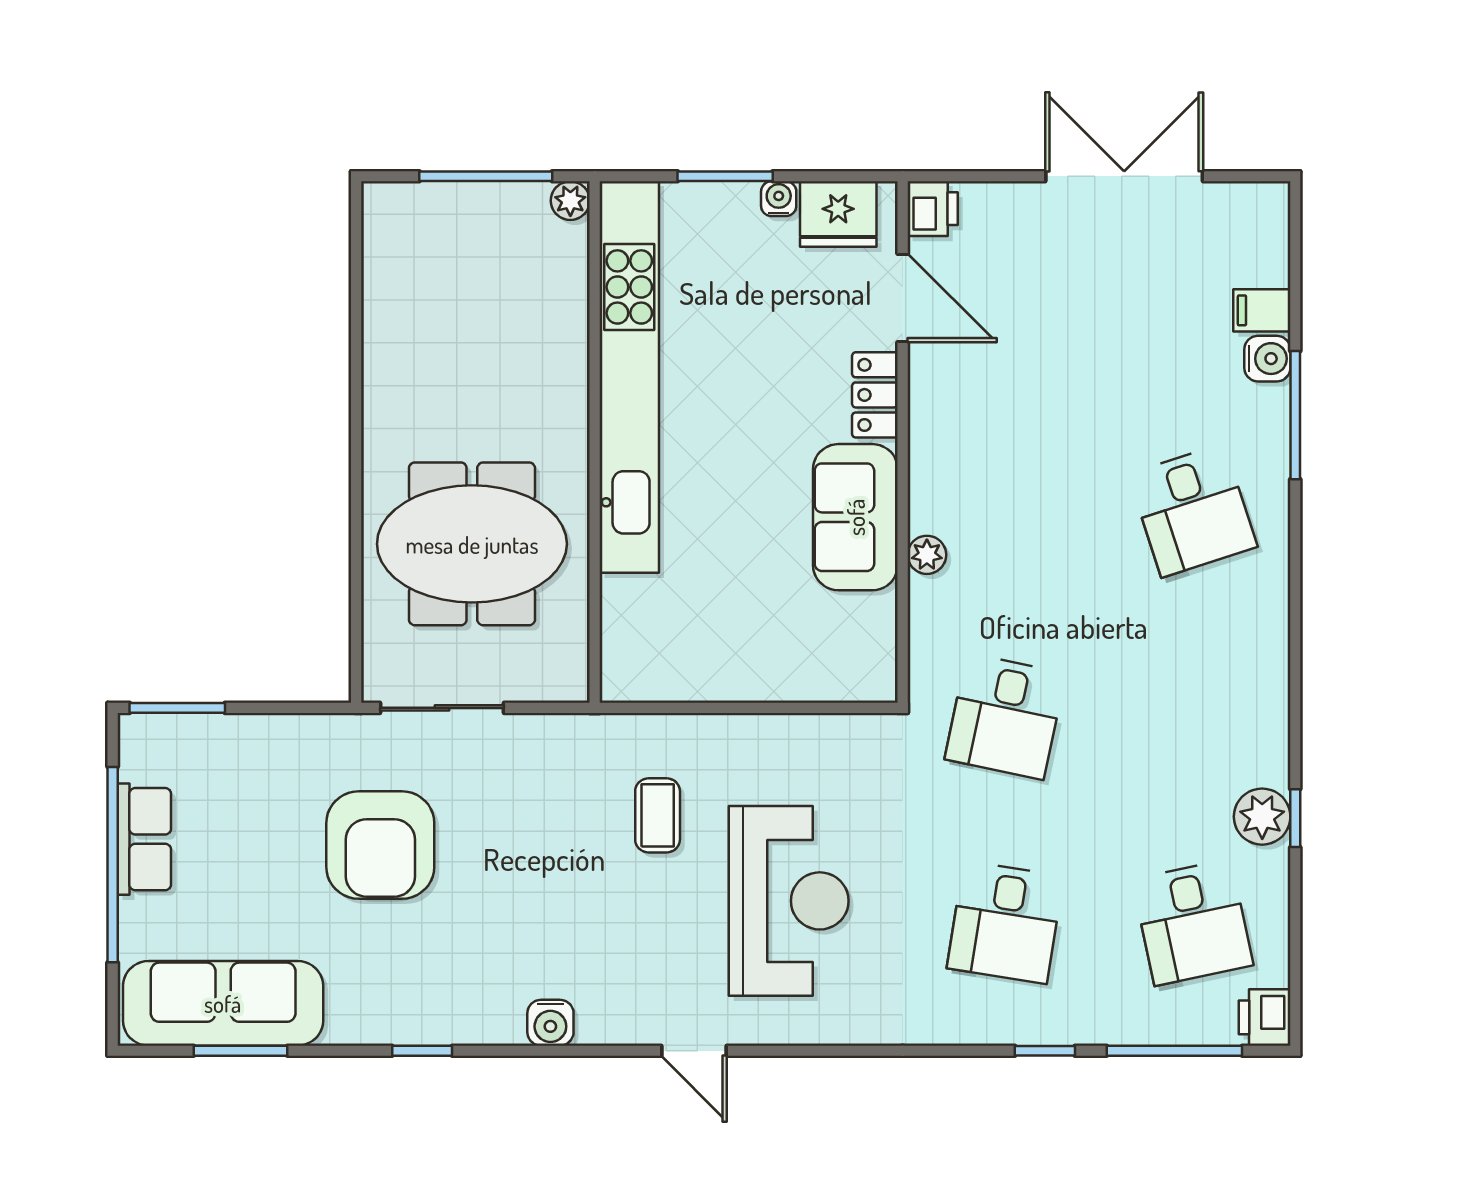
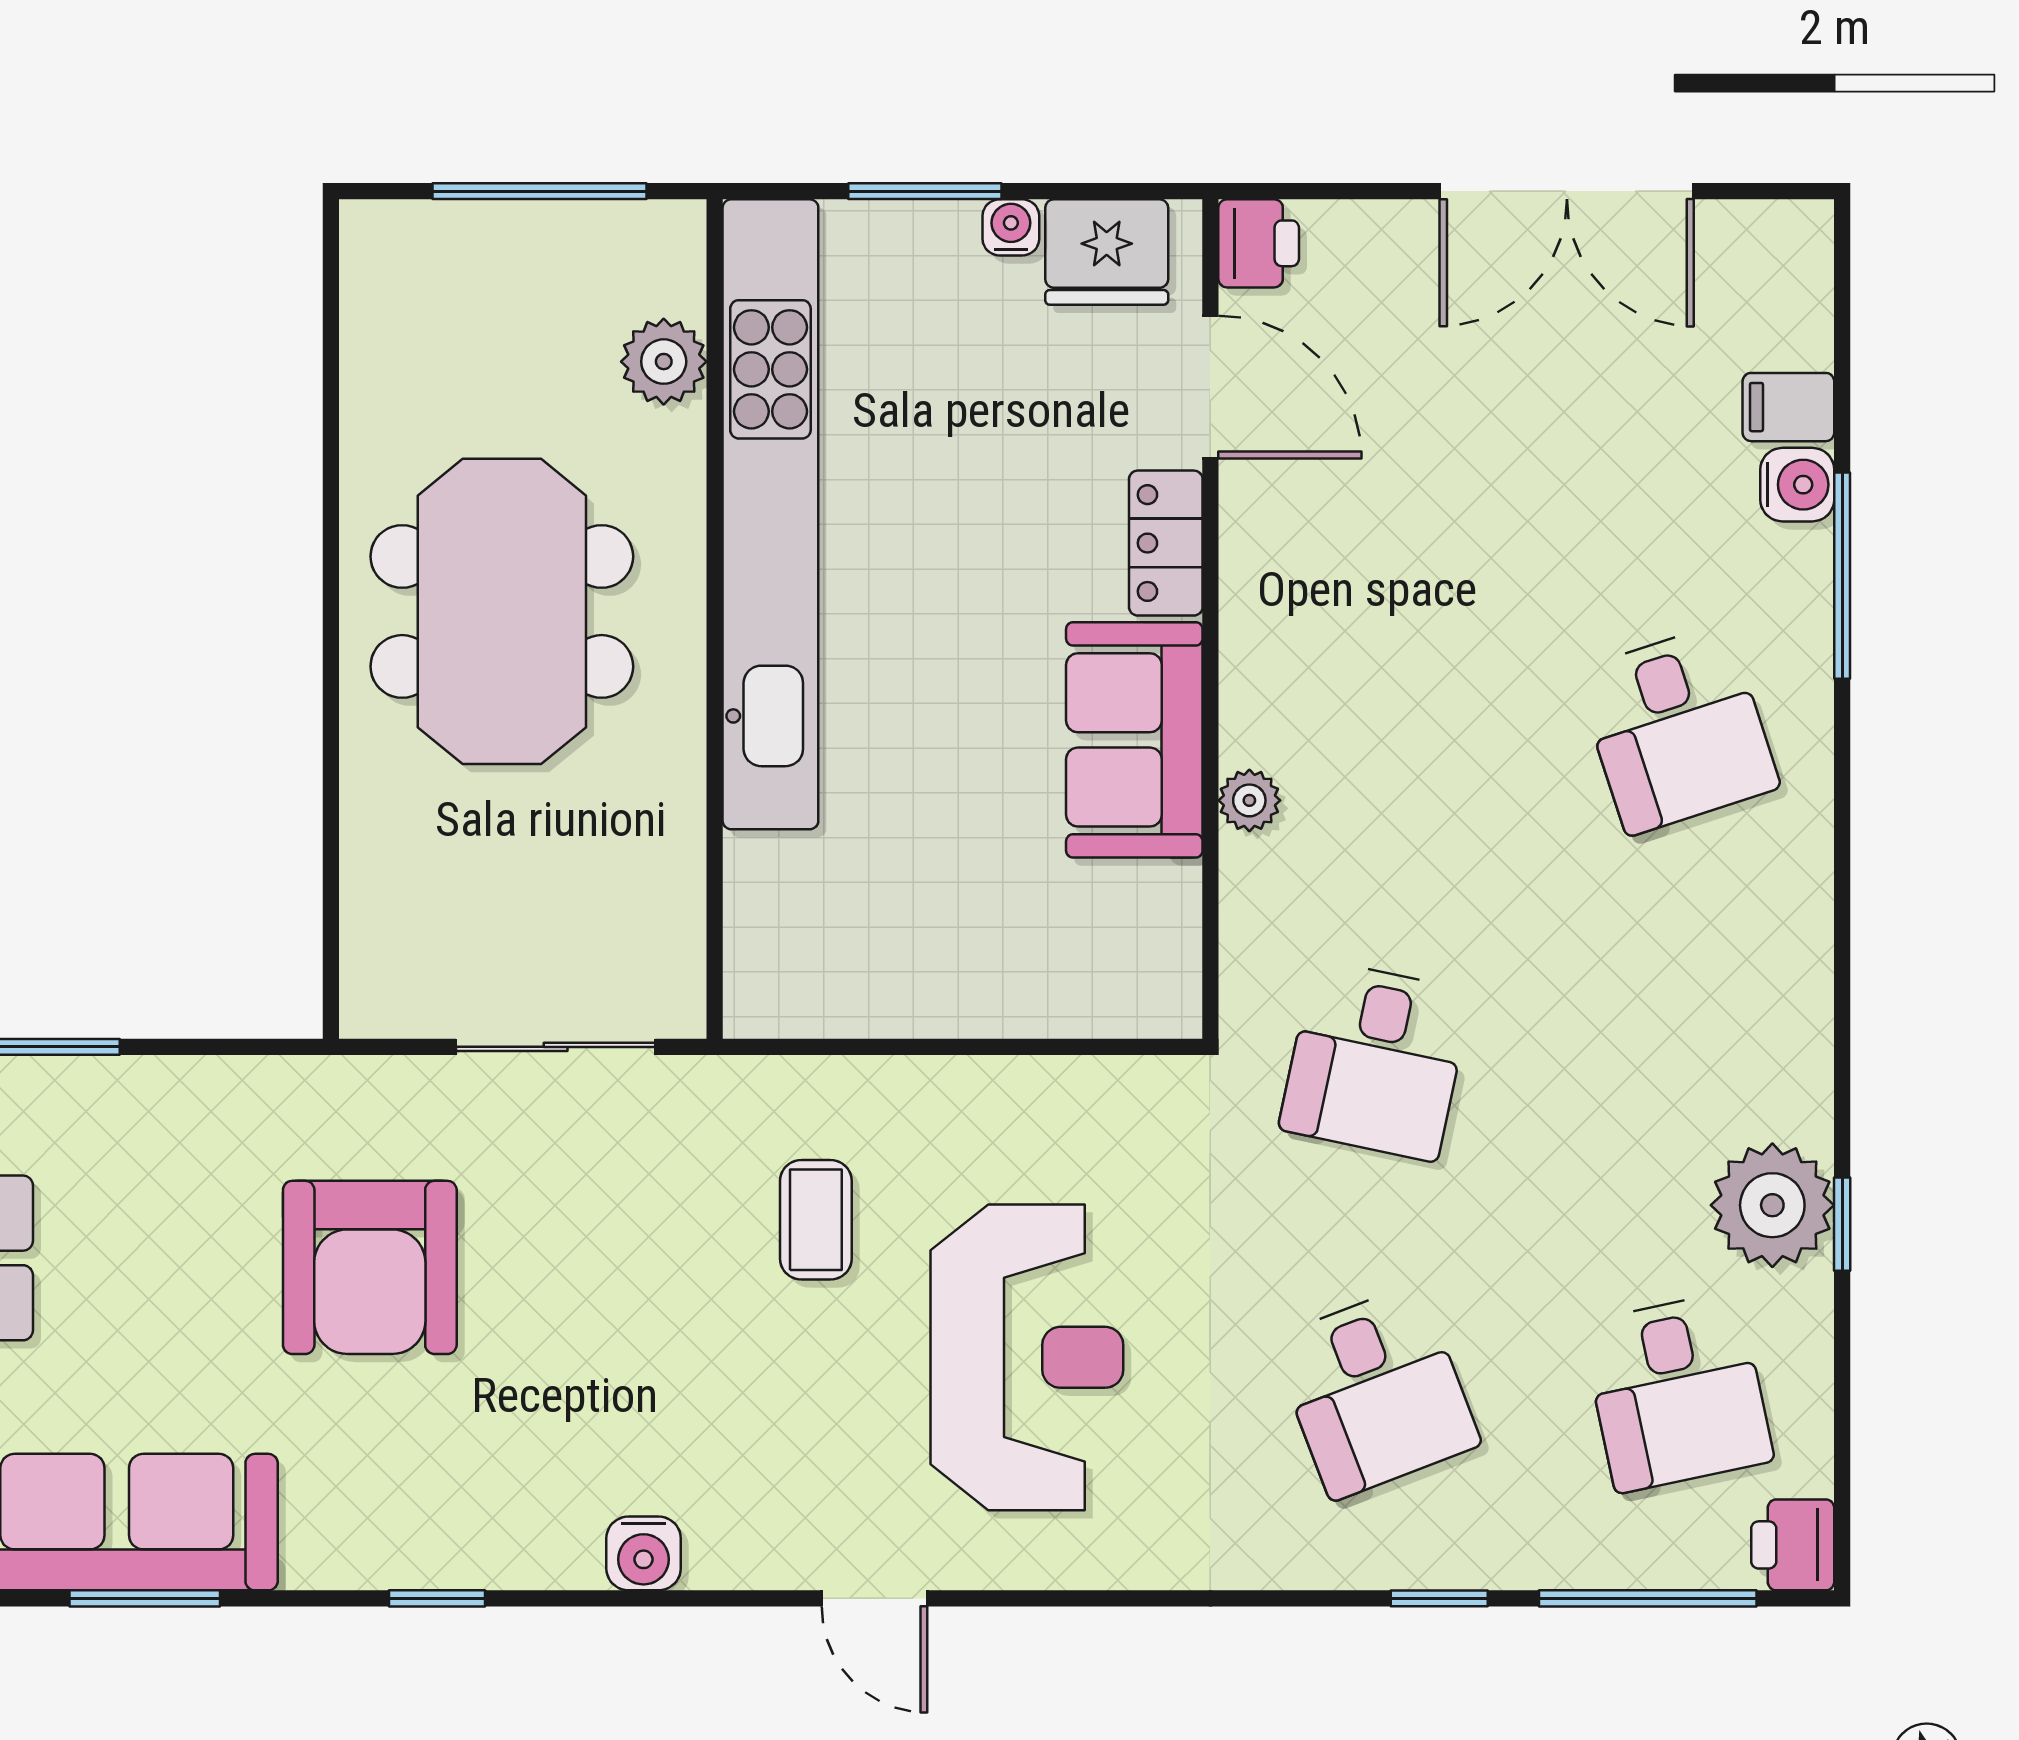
double door: (1124, 176) -> (1567, 191), swing flipped
plant: (570, 201) -> (664, 362), moved, width x1.38, depth x1.38
meeting table: (472, 544) -> (502, 611), moved, turned 90
sliding door: (442, 708) -> (556, 1047), moved
plant: (1262, 817) -> (1772, 1205), width x1.36, depth x1.36
desk: (1005, 922) -> (1375, 1392), turned -30

